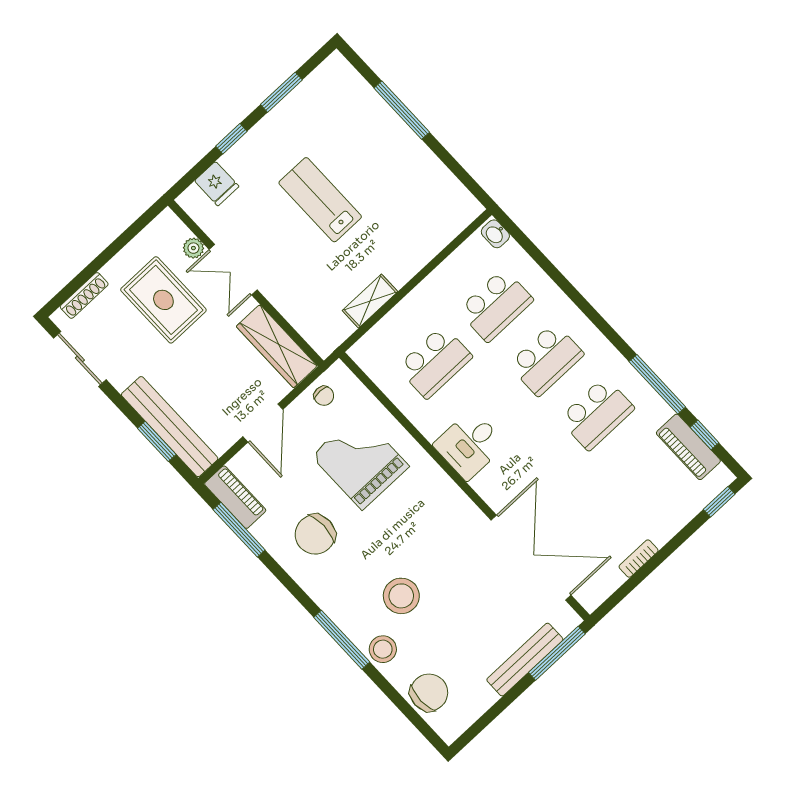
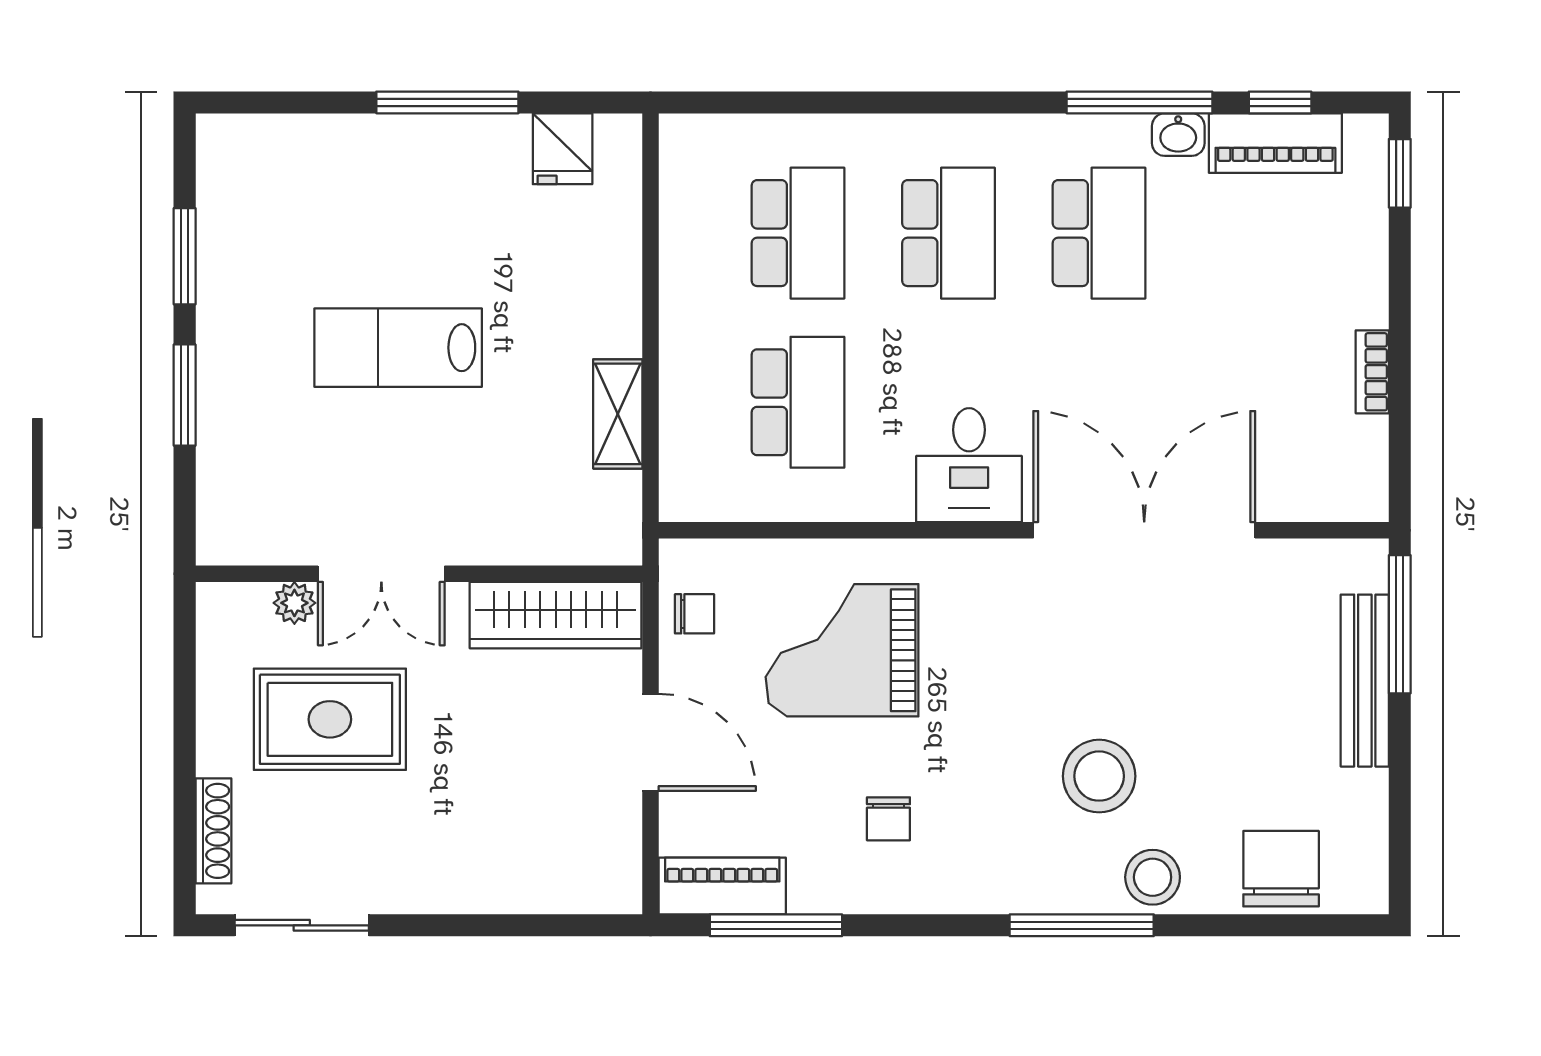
window: (402, 110) -> (447, 102), moved
window: (231, 139) -> (185, 395), width x1.50
fridge: (217, 184) -> (563, 149), moved, turned 90
washbasin: (495, 234) -> (1178, 135), moved
bench: (170, 427) -> (527, 886), removed
window: (157, 441) -> (531, 925), removed
chair: (315, 534) -> (888, 819), width x0.54, depth x0.54
double door: (531, 558) -> (1144, 530), moved

